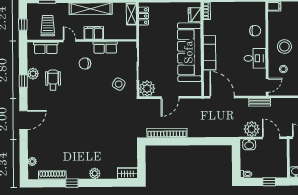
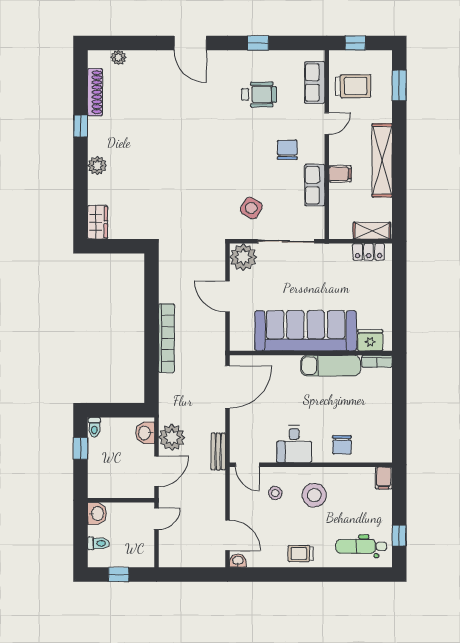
filing cabinet: (94, 33) -> (340, 174), width x0.50
exam couch: (210, 53) -> (331, 366), moved
plant: (33, 74) -> (270, 60), removed
bookcase: (167, 133) -> (166, 338), moved
window: (269, 182) -> (81, 448), moved

